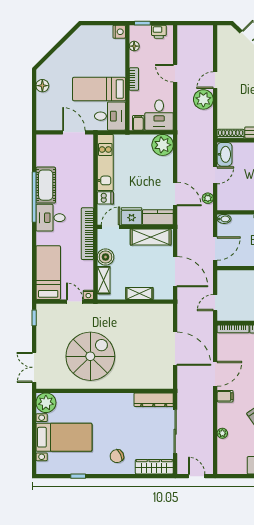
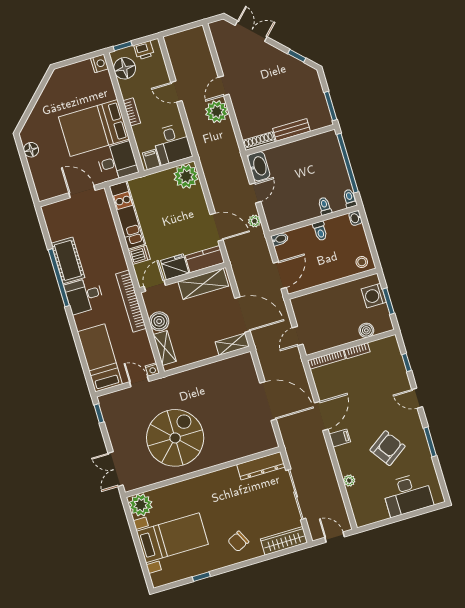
floor lamp: (134, 46) -> (125, 68), width x1.89, depth x1.89
bed: (99, 89) -> (94, 128), width x1.50
shelving: (139, 293) -> (232, 344), moved

